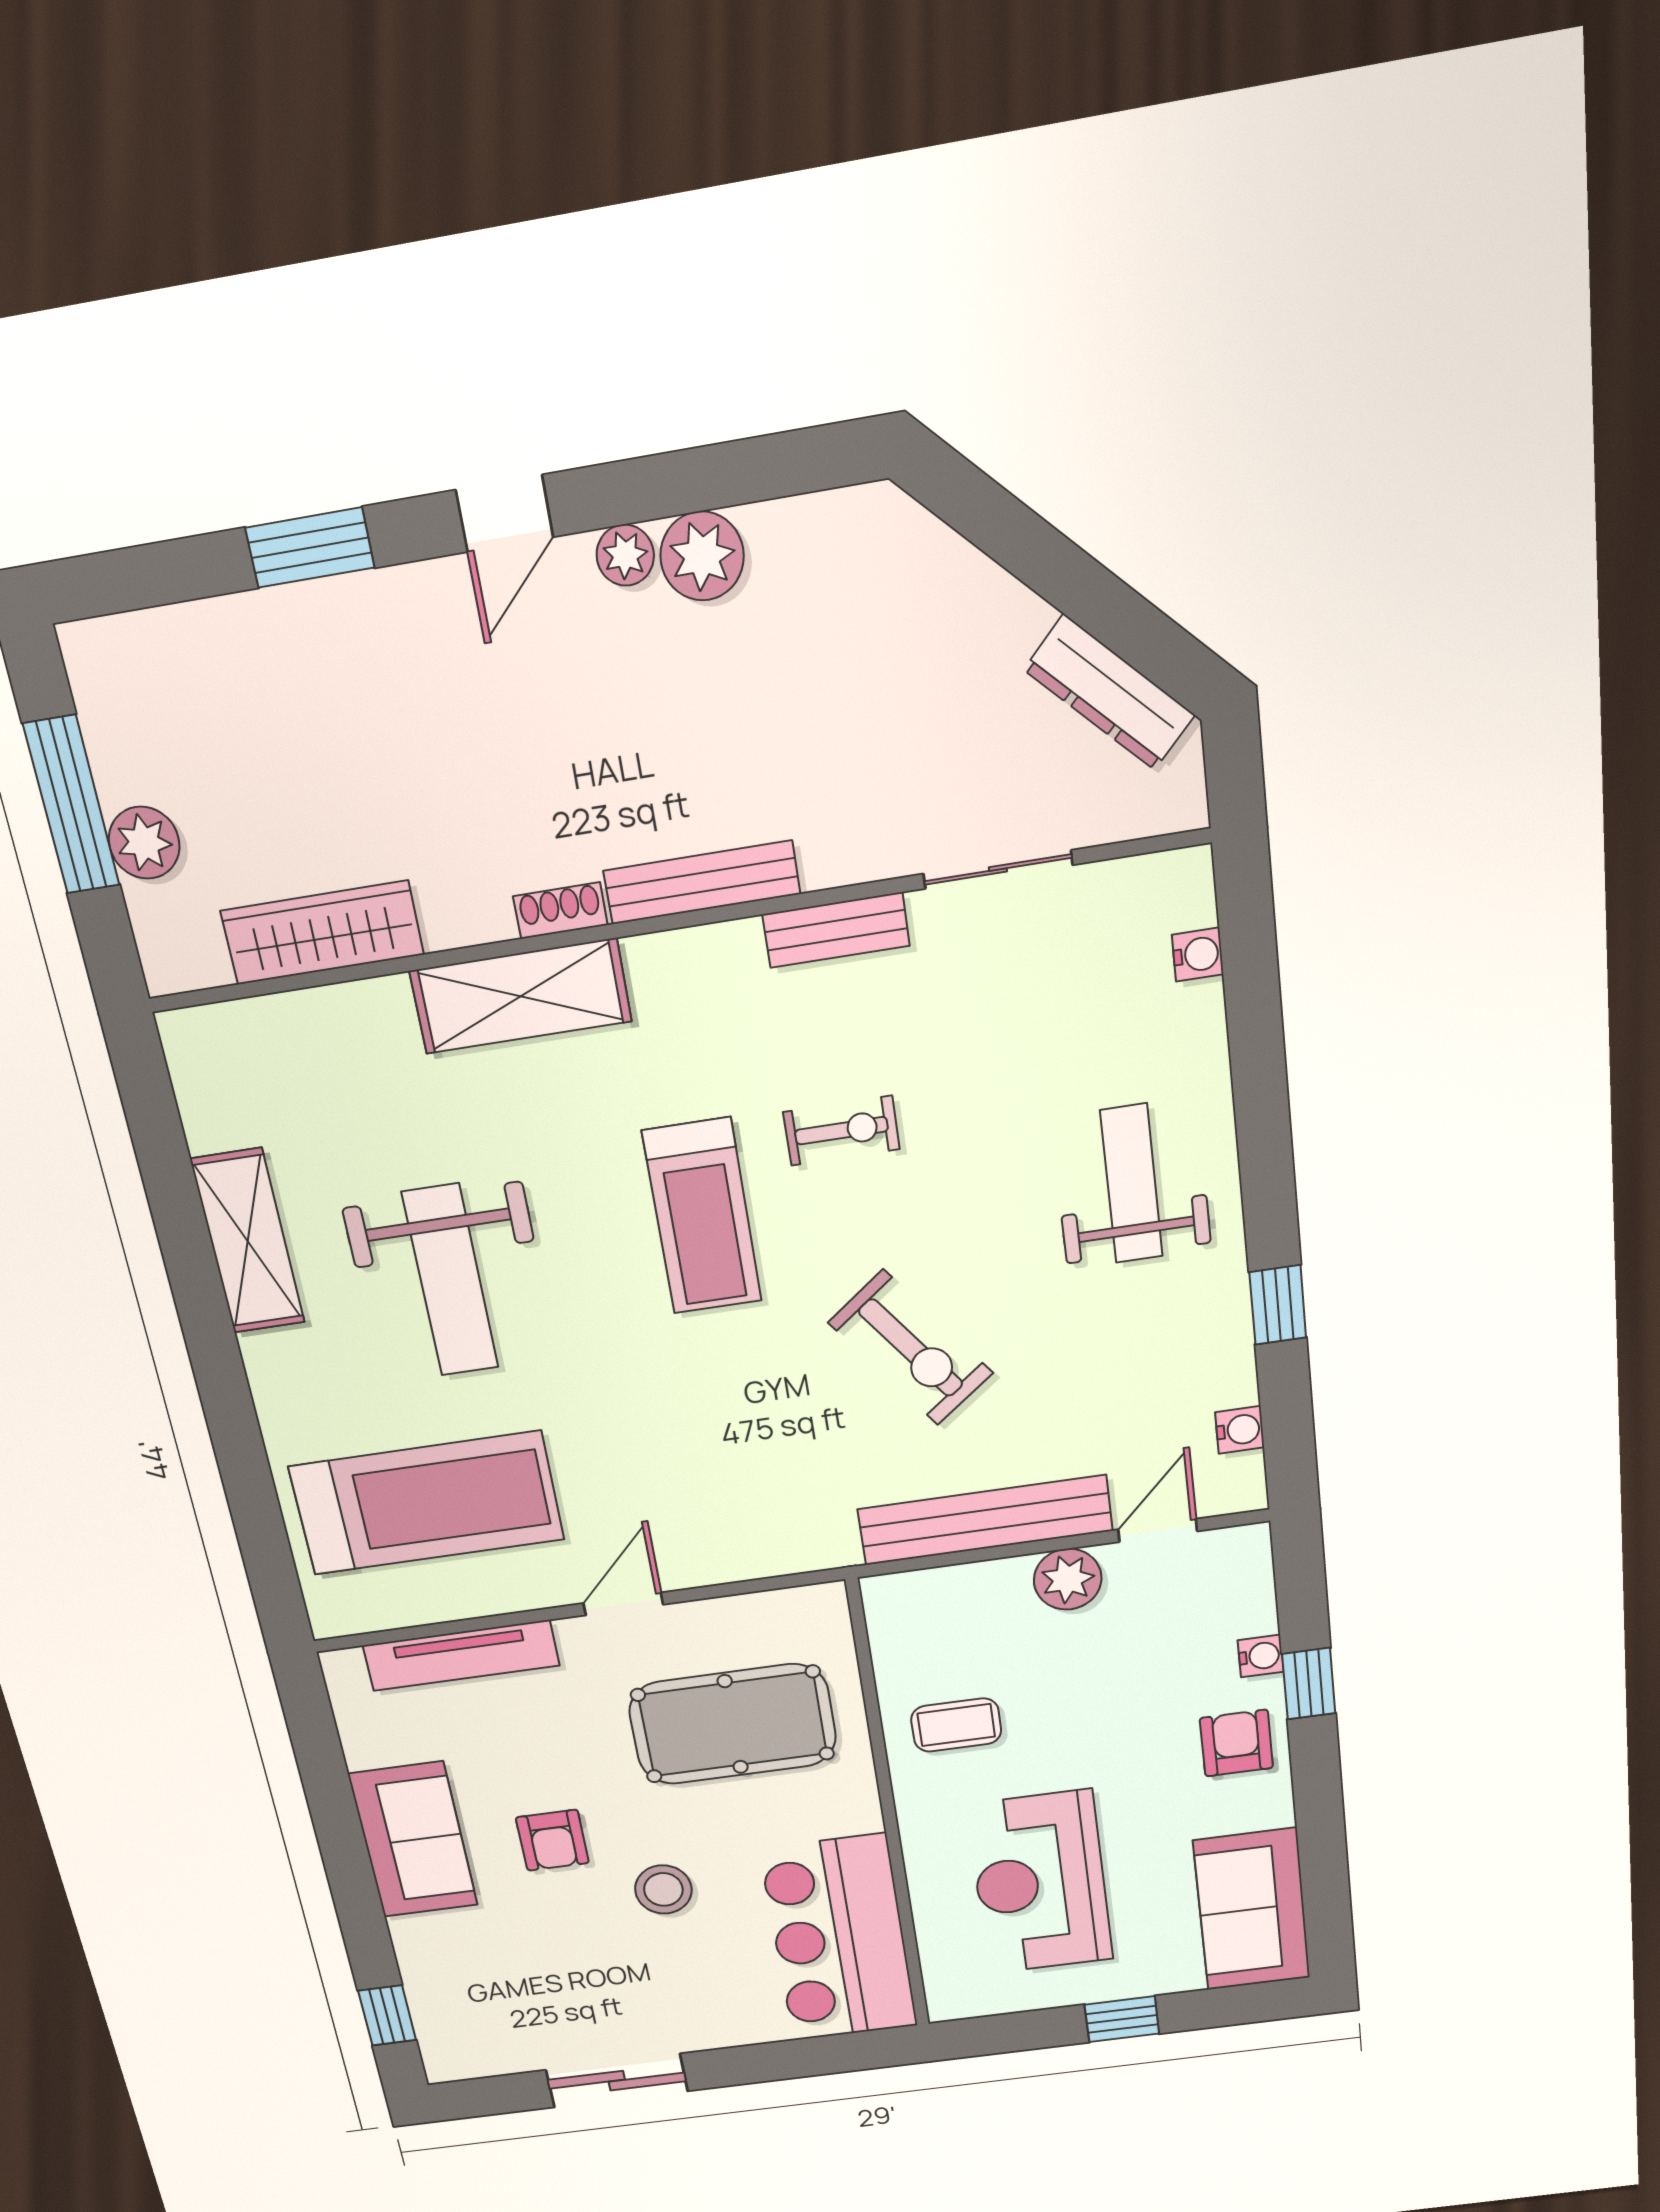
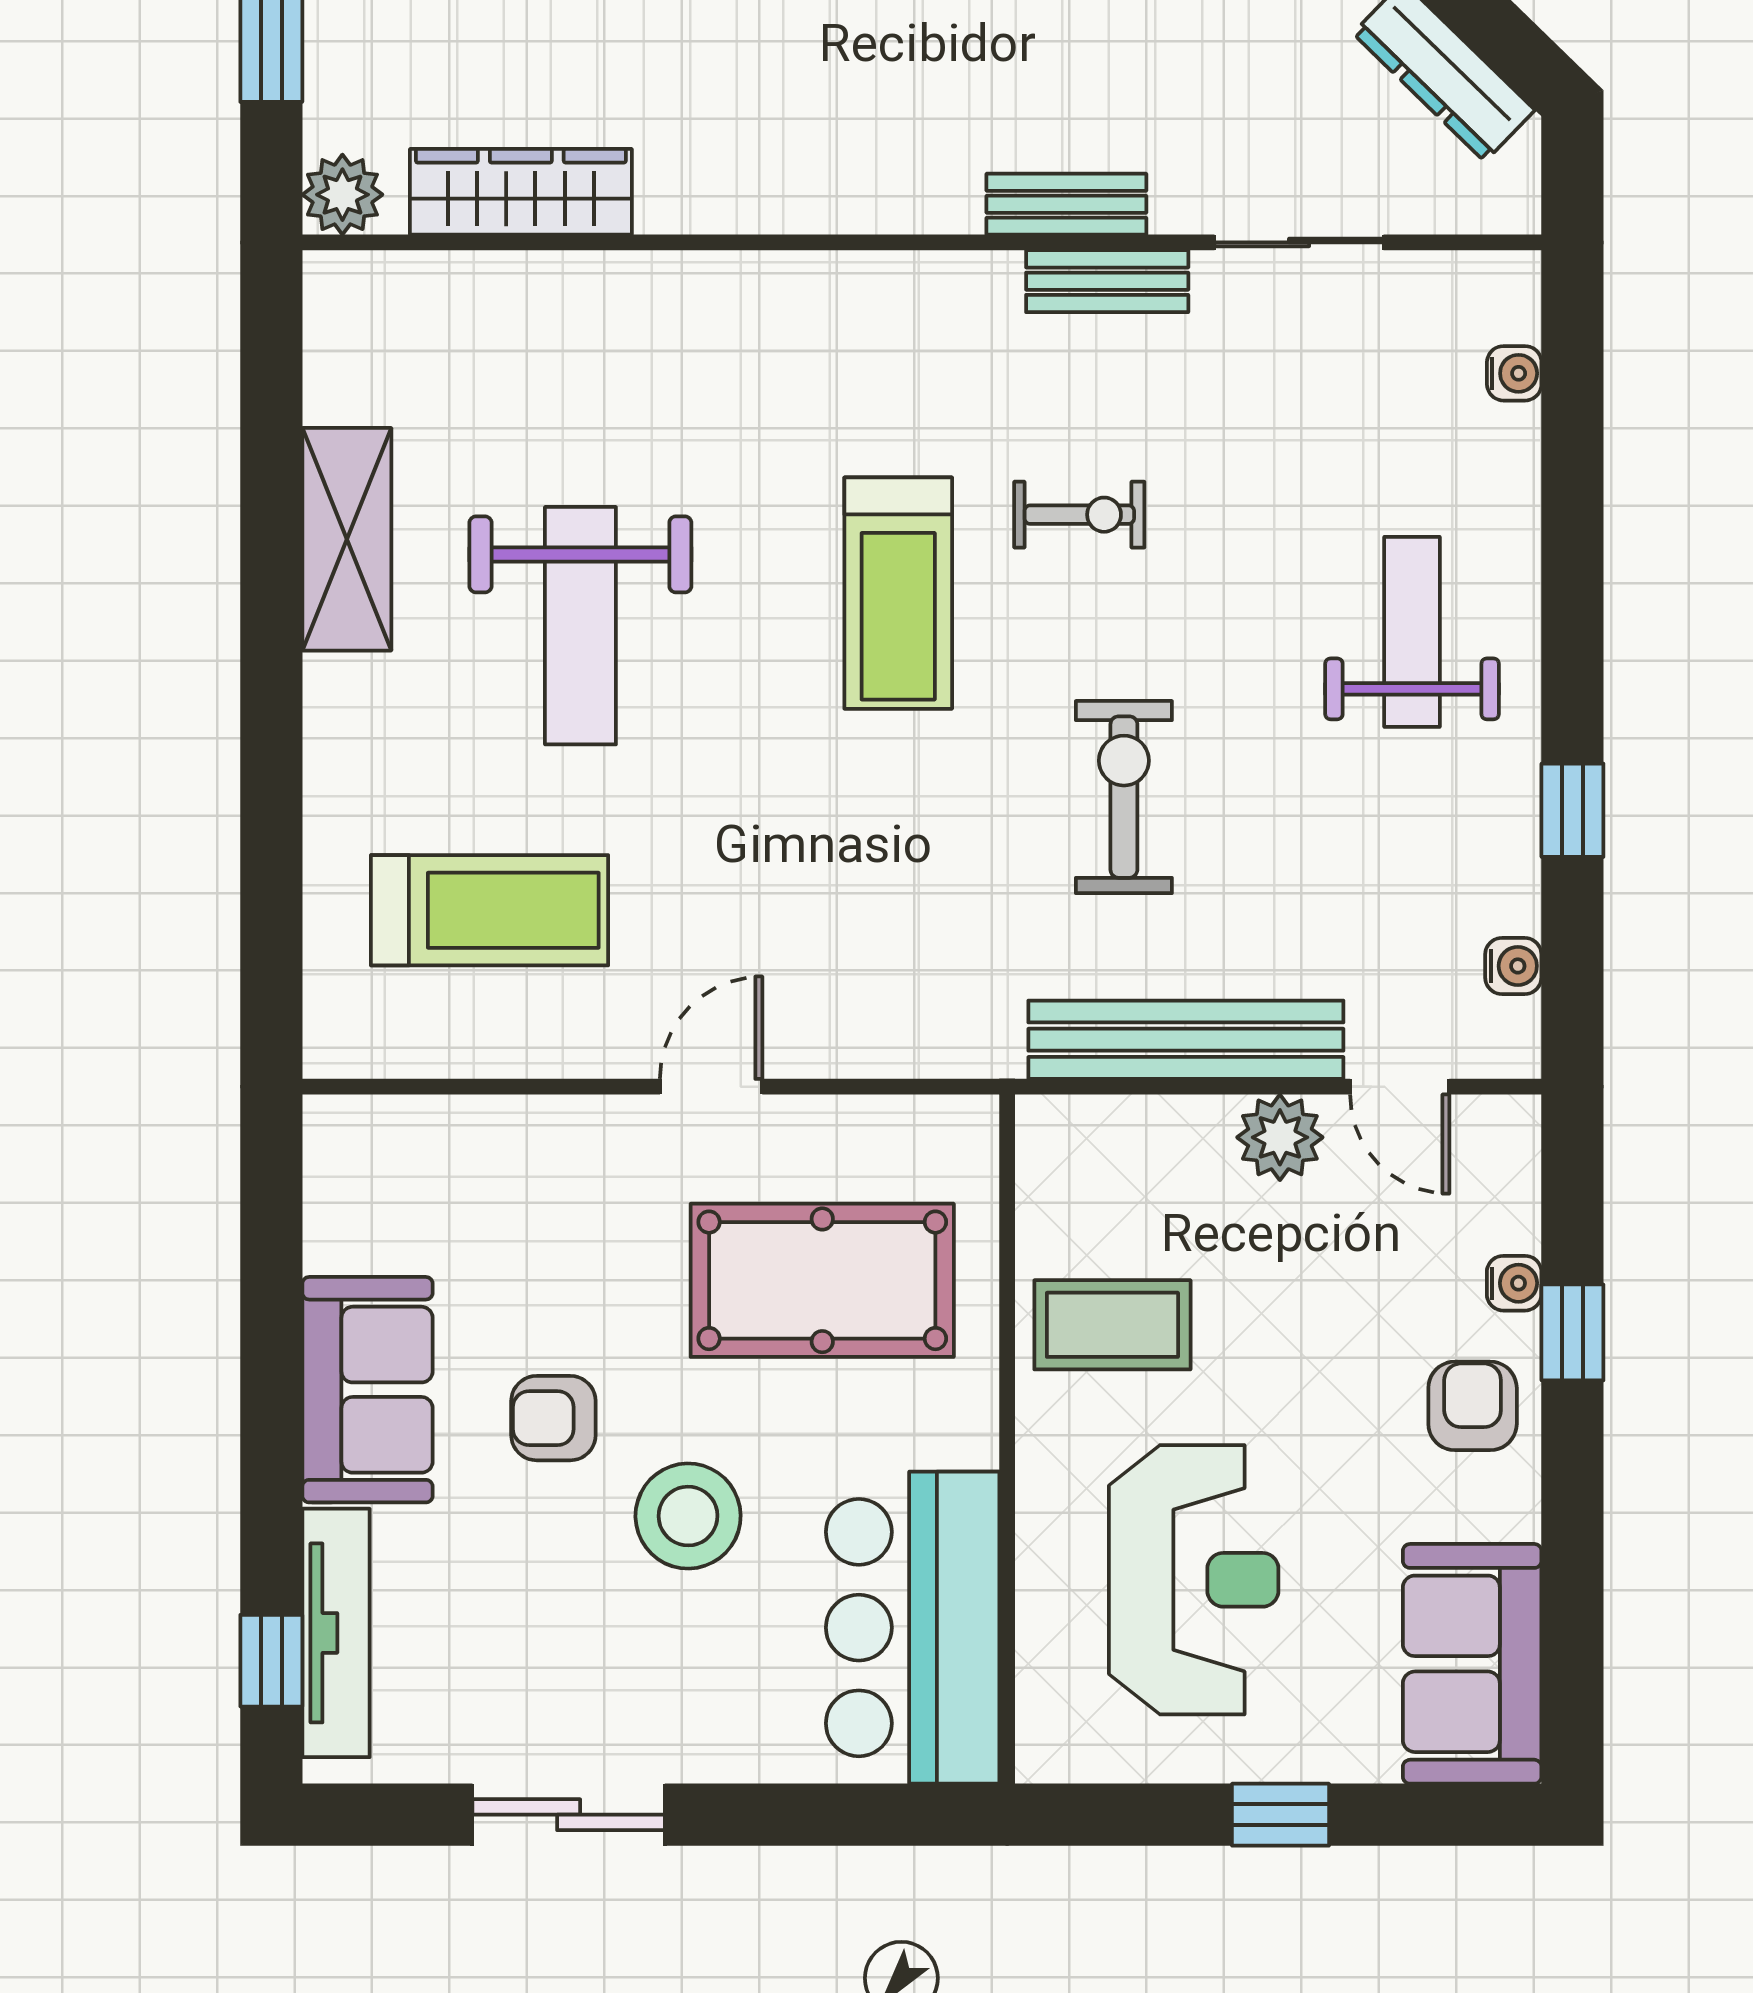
plant: (144, 843) -> (342, 195), moved
bench: (702, 882) -> (1066, 204), moved, width x0.73
shoe rack: (560, 911) -> (798, 210), removed
shelving: (521, 996) -> (733, 299), removed
exercise bike: (911, 1348) -> (1124, 797), turned -143
treadmill: (427, 1503) -> (490, 910), width x0.73, depth x0.73
door: (1158, 1530) -> (1400, 1087), swing flipped
tv unit: (461, 1656) -> (336, 1633), moved, turned -90
coffee table: (956, 1725) -> (1112, 1325), width x1.36, depth x1.30
armchair: (552, 1840) -> (553, 1418), turned 90
reception desk: (1040, 1883) -> (1194, 1580), turned 180
stool: (663, 1889) -> (688, 1516), width x1.38, depth x1.38

